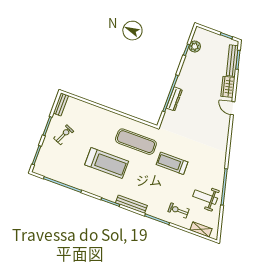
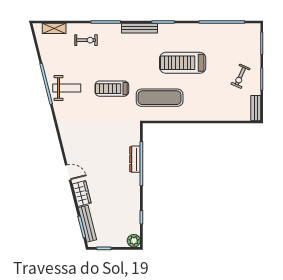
plant: (195, 46) -> (134, 241), moved
treadmill: (172, 163) -> (112, 89), turned 180
weight bench: (205, 197) -> (67, 88), moved

